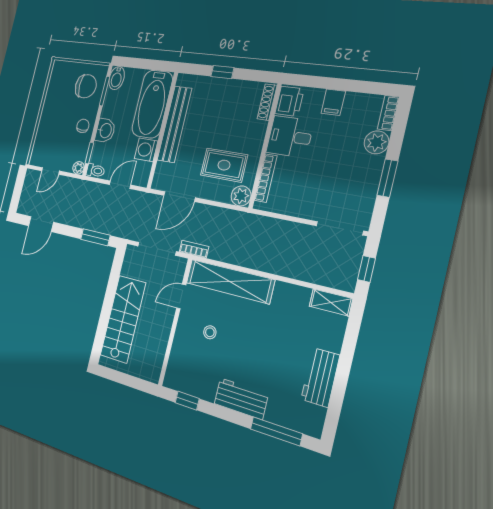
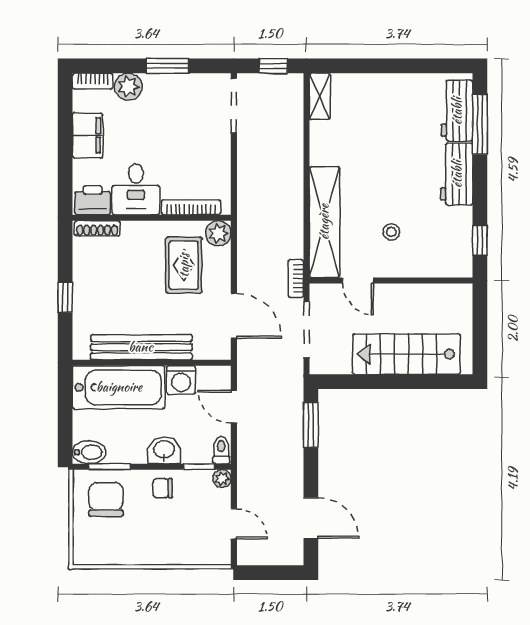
filing cabinet: (333, 102) -> (88, 135), width x2.00
workbench: (320, 377) -> (457, 111), moved, turned 90

